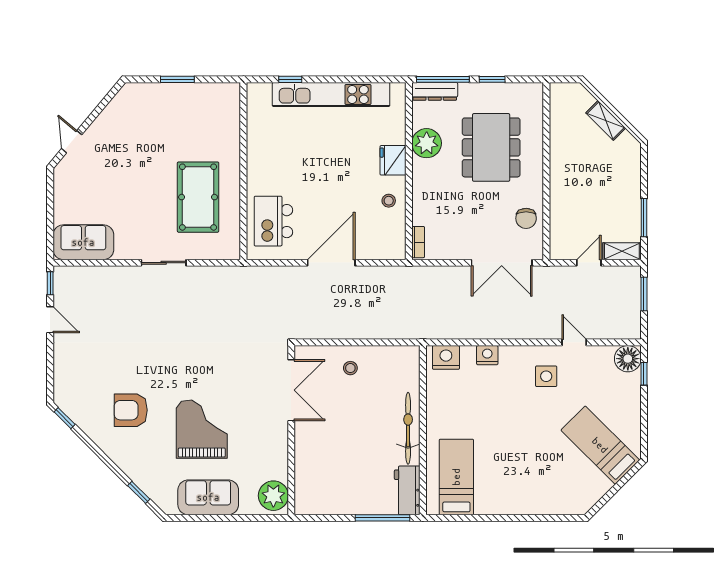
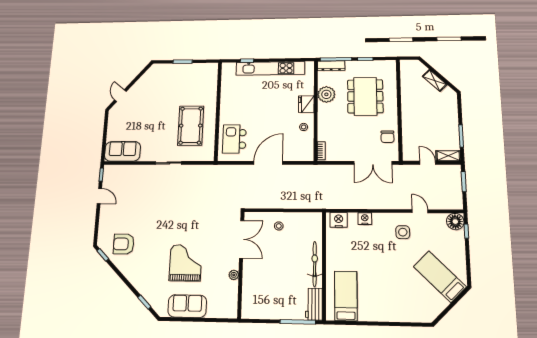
door: (589, 263) -> (428, 163), hinge flipped
armchair: (131, 410) -> (124, 244), moved
plant: (273, 496) -> (234, 275), moved, width x0.53, depth x0.53

